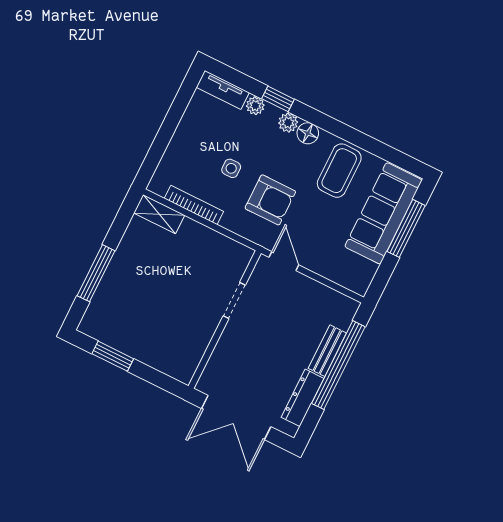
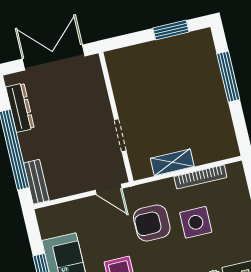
side table: (231, 168) -> (196, 222), width x1.87, depth x1.87
shelving: (159, 214) -> (172, 162), moved
bench: (327, 351) -> (36, 182), moved

